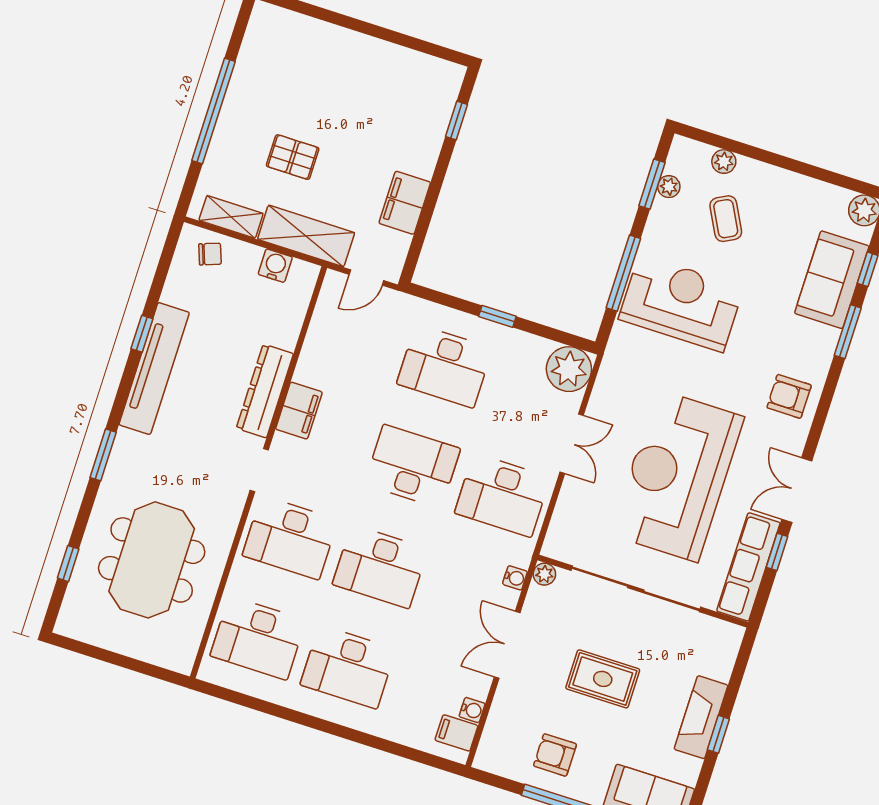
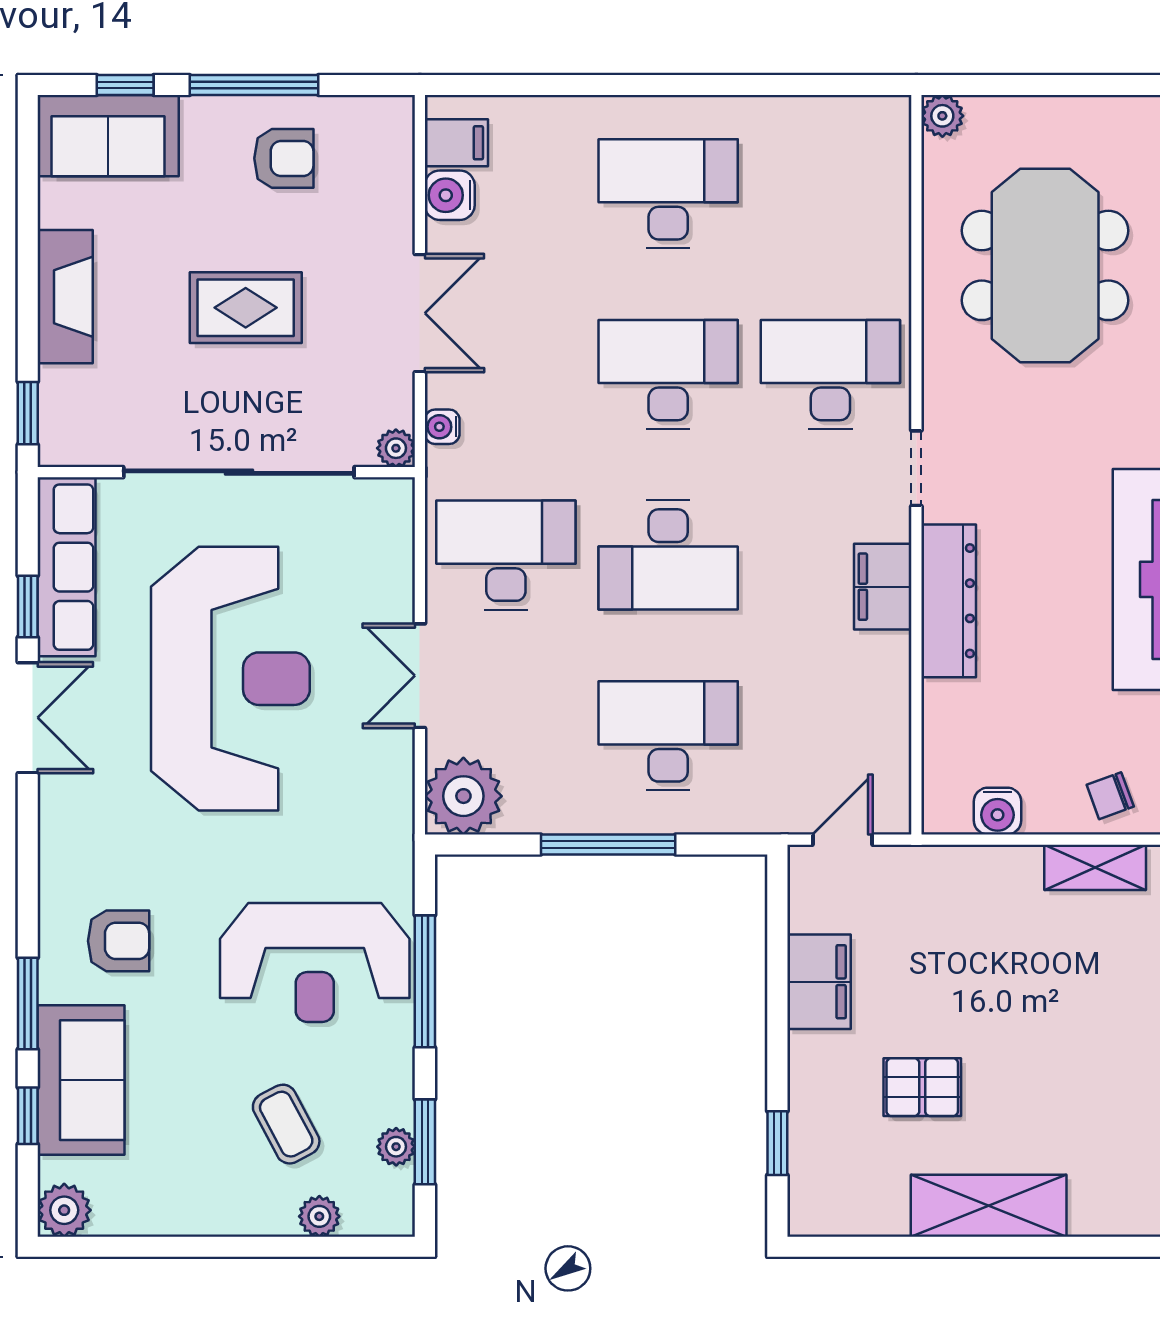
pallet: (293, 157) -> (922, 1087), moved
shelving: (306, 236) -> (989, 1206), moved
window: (497, 316) -> (608, 845), width x2.17
armchair: (789, 396) -> (119, 941), moved
desk: (258, 638) -> (830, 194), removed
plant: (182, 661) -> (942, 116), added
water cooler: (472, 710) -> (450, 195), width x1.38, depth x1.38
window: (718, 734) -> (28, 413), moved

